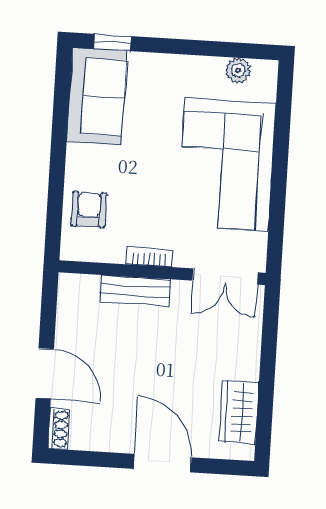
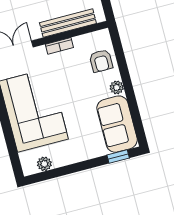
plant: (77, 157) -> (117, 87), added
bench: (136, 290) -> (68, 23), width x1.36

